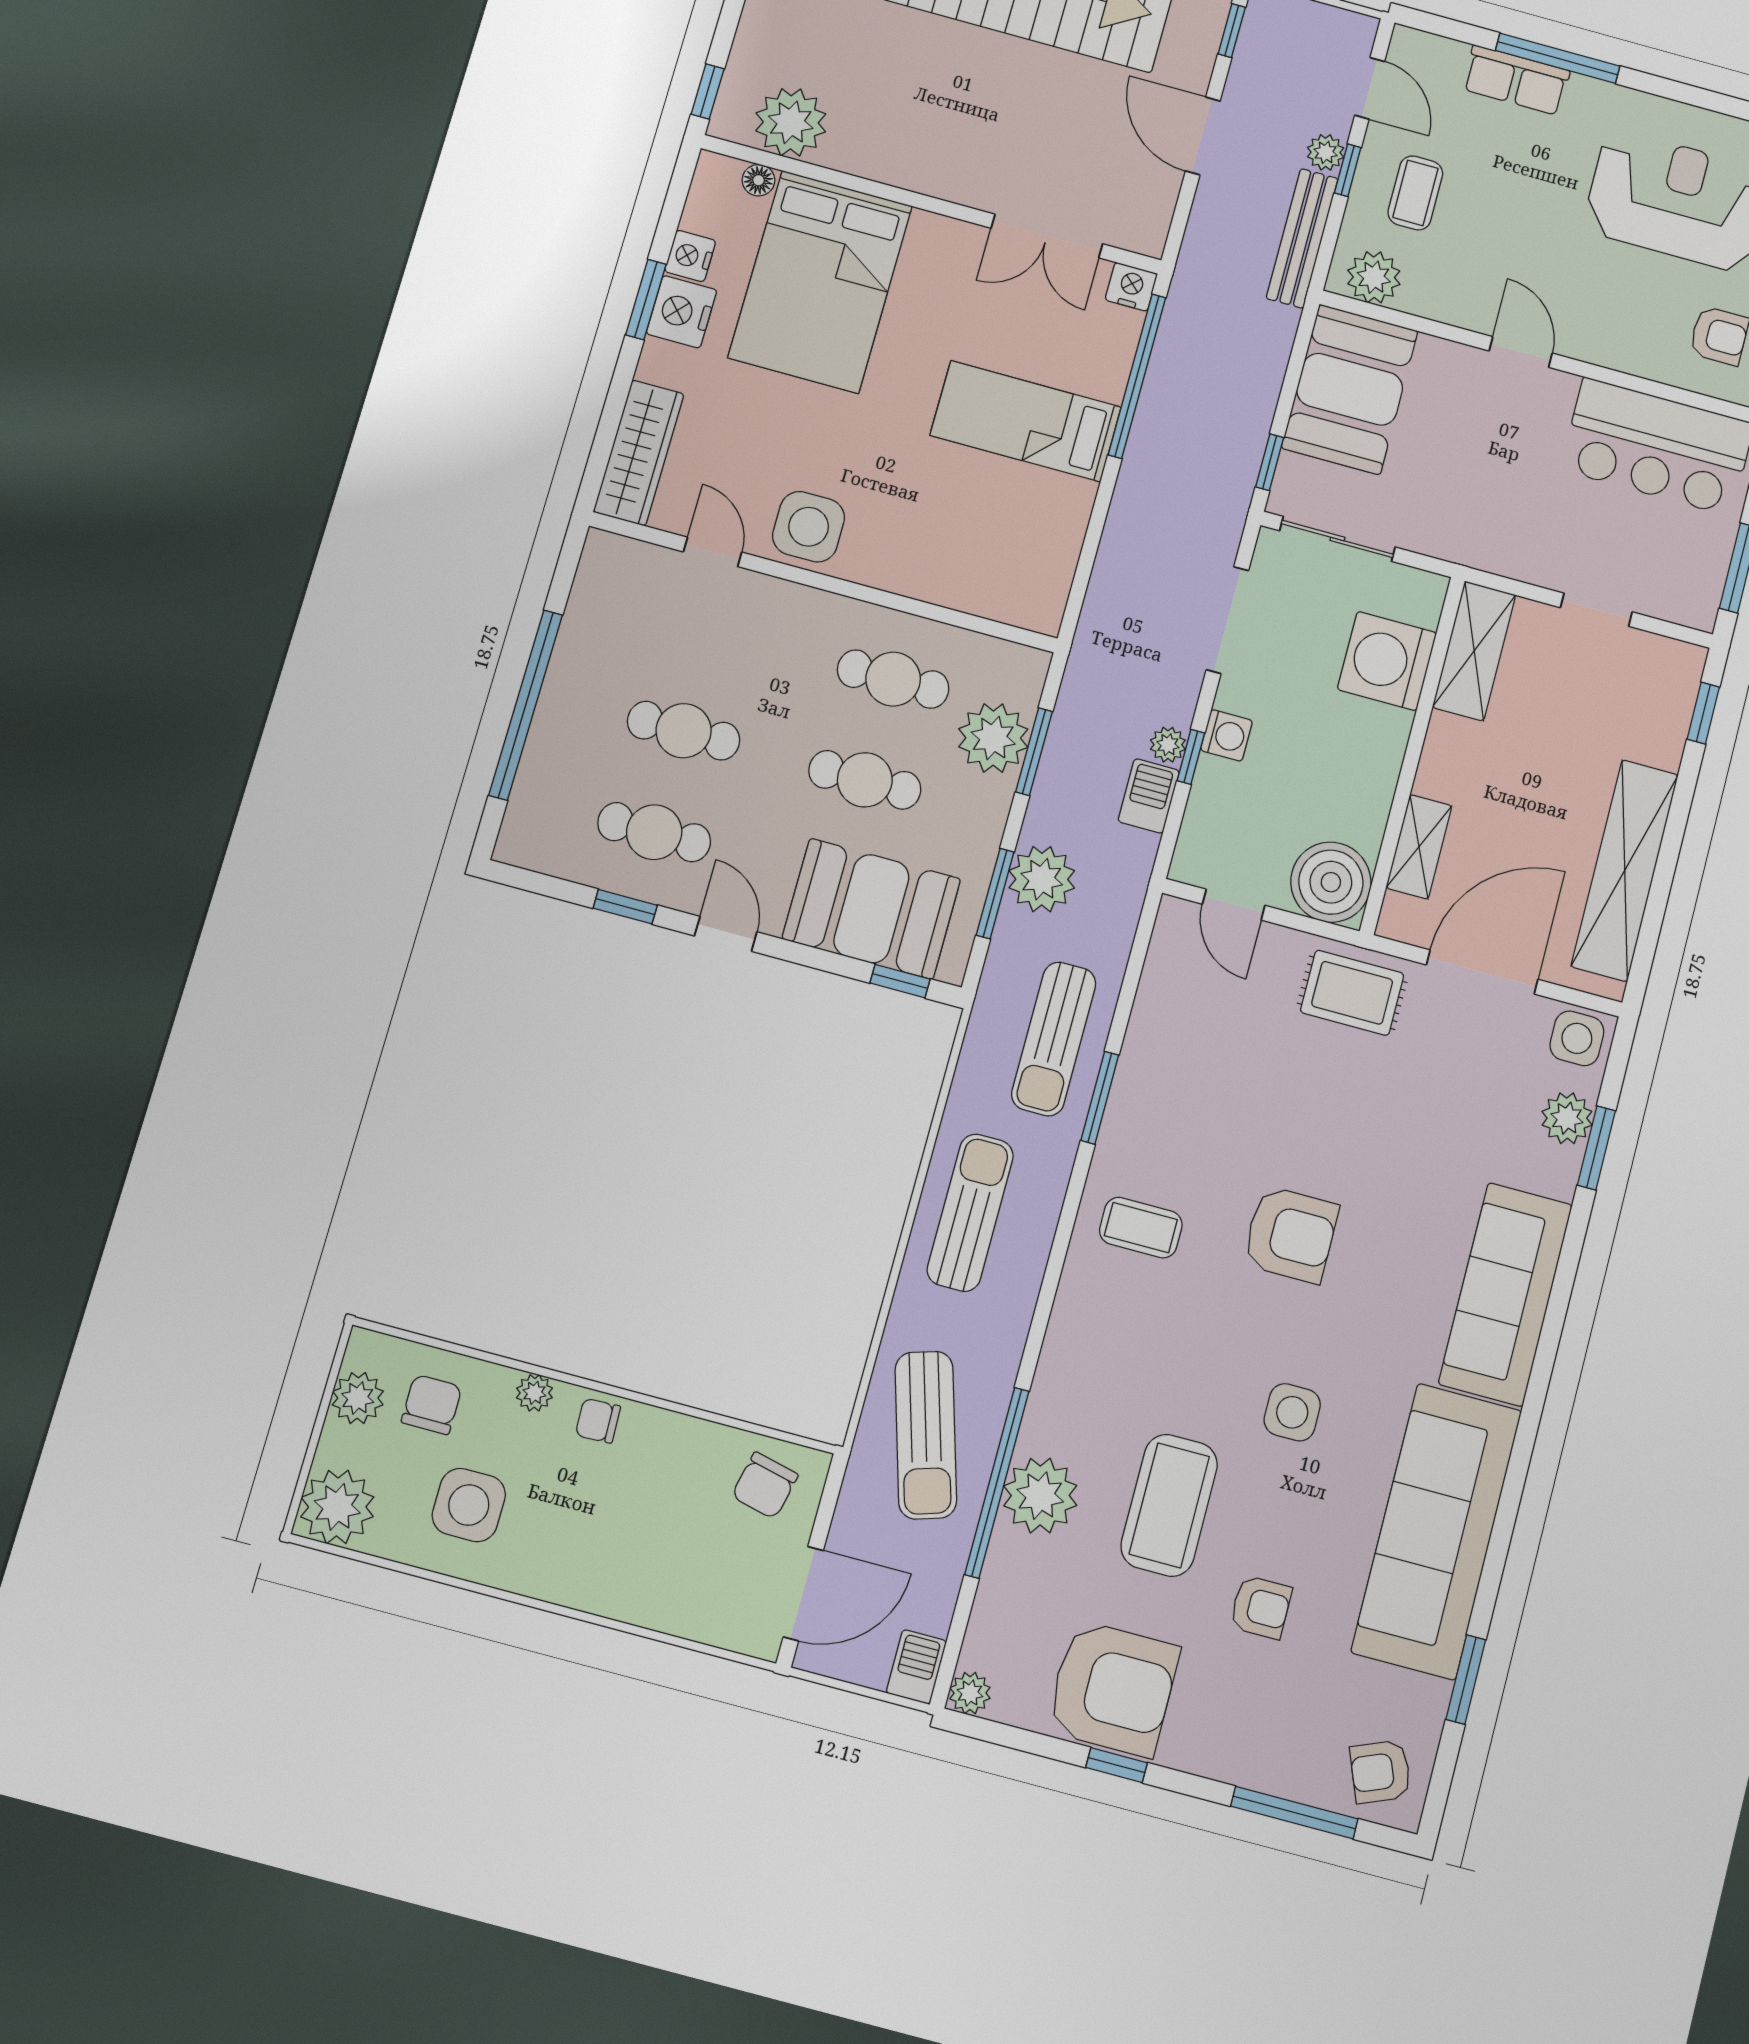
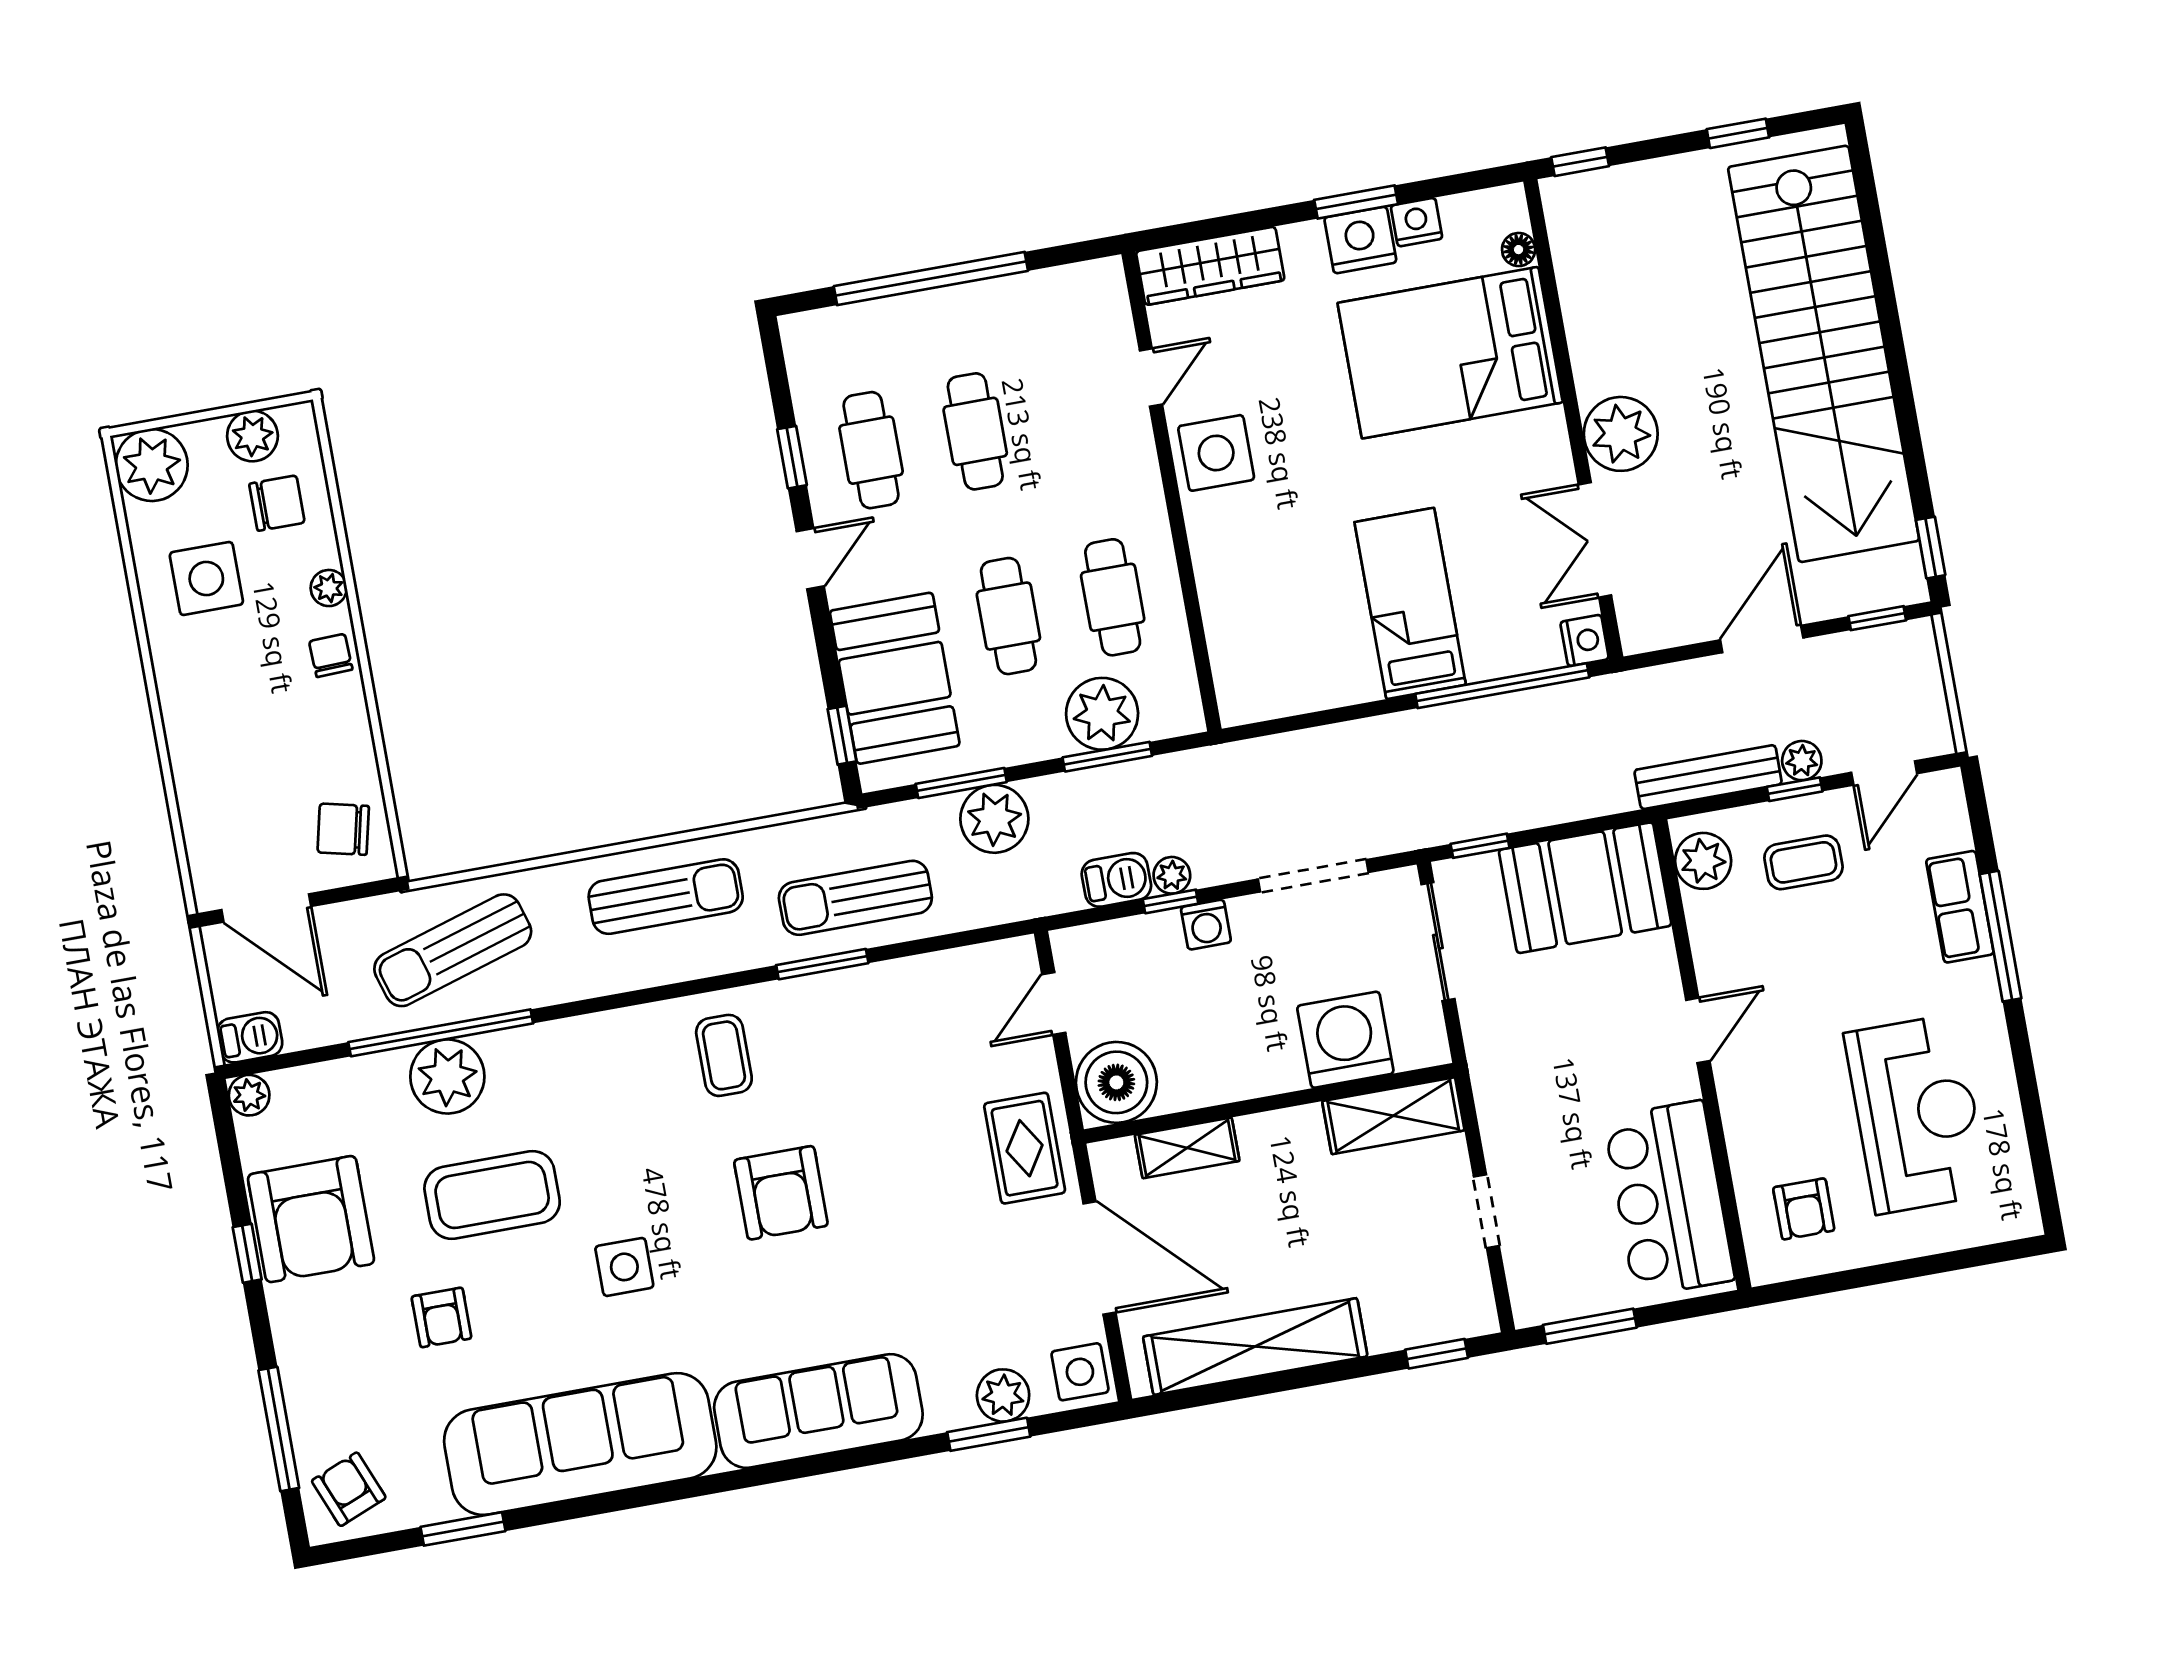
plant: (791, 122) -> (1621, 434), moved

